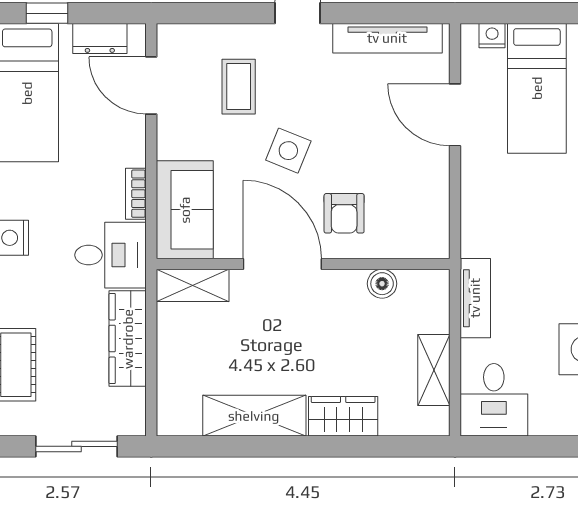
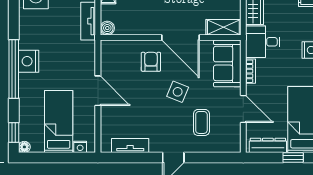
tv unit: (387, 38) -> (130, 146), width x0.71
dresser: (100, 39) -> (268, 145), width x1.44
door: (151, 85) -> (243, 109), moved
door: (455, 115) -> (98, 91), moved
boiler: (382, 284) -> (107, 28), moved

